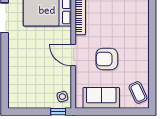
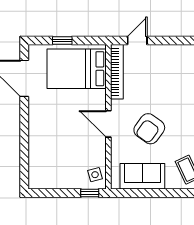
armchair: (107, 59) -> (149, 129), turned -54

